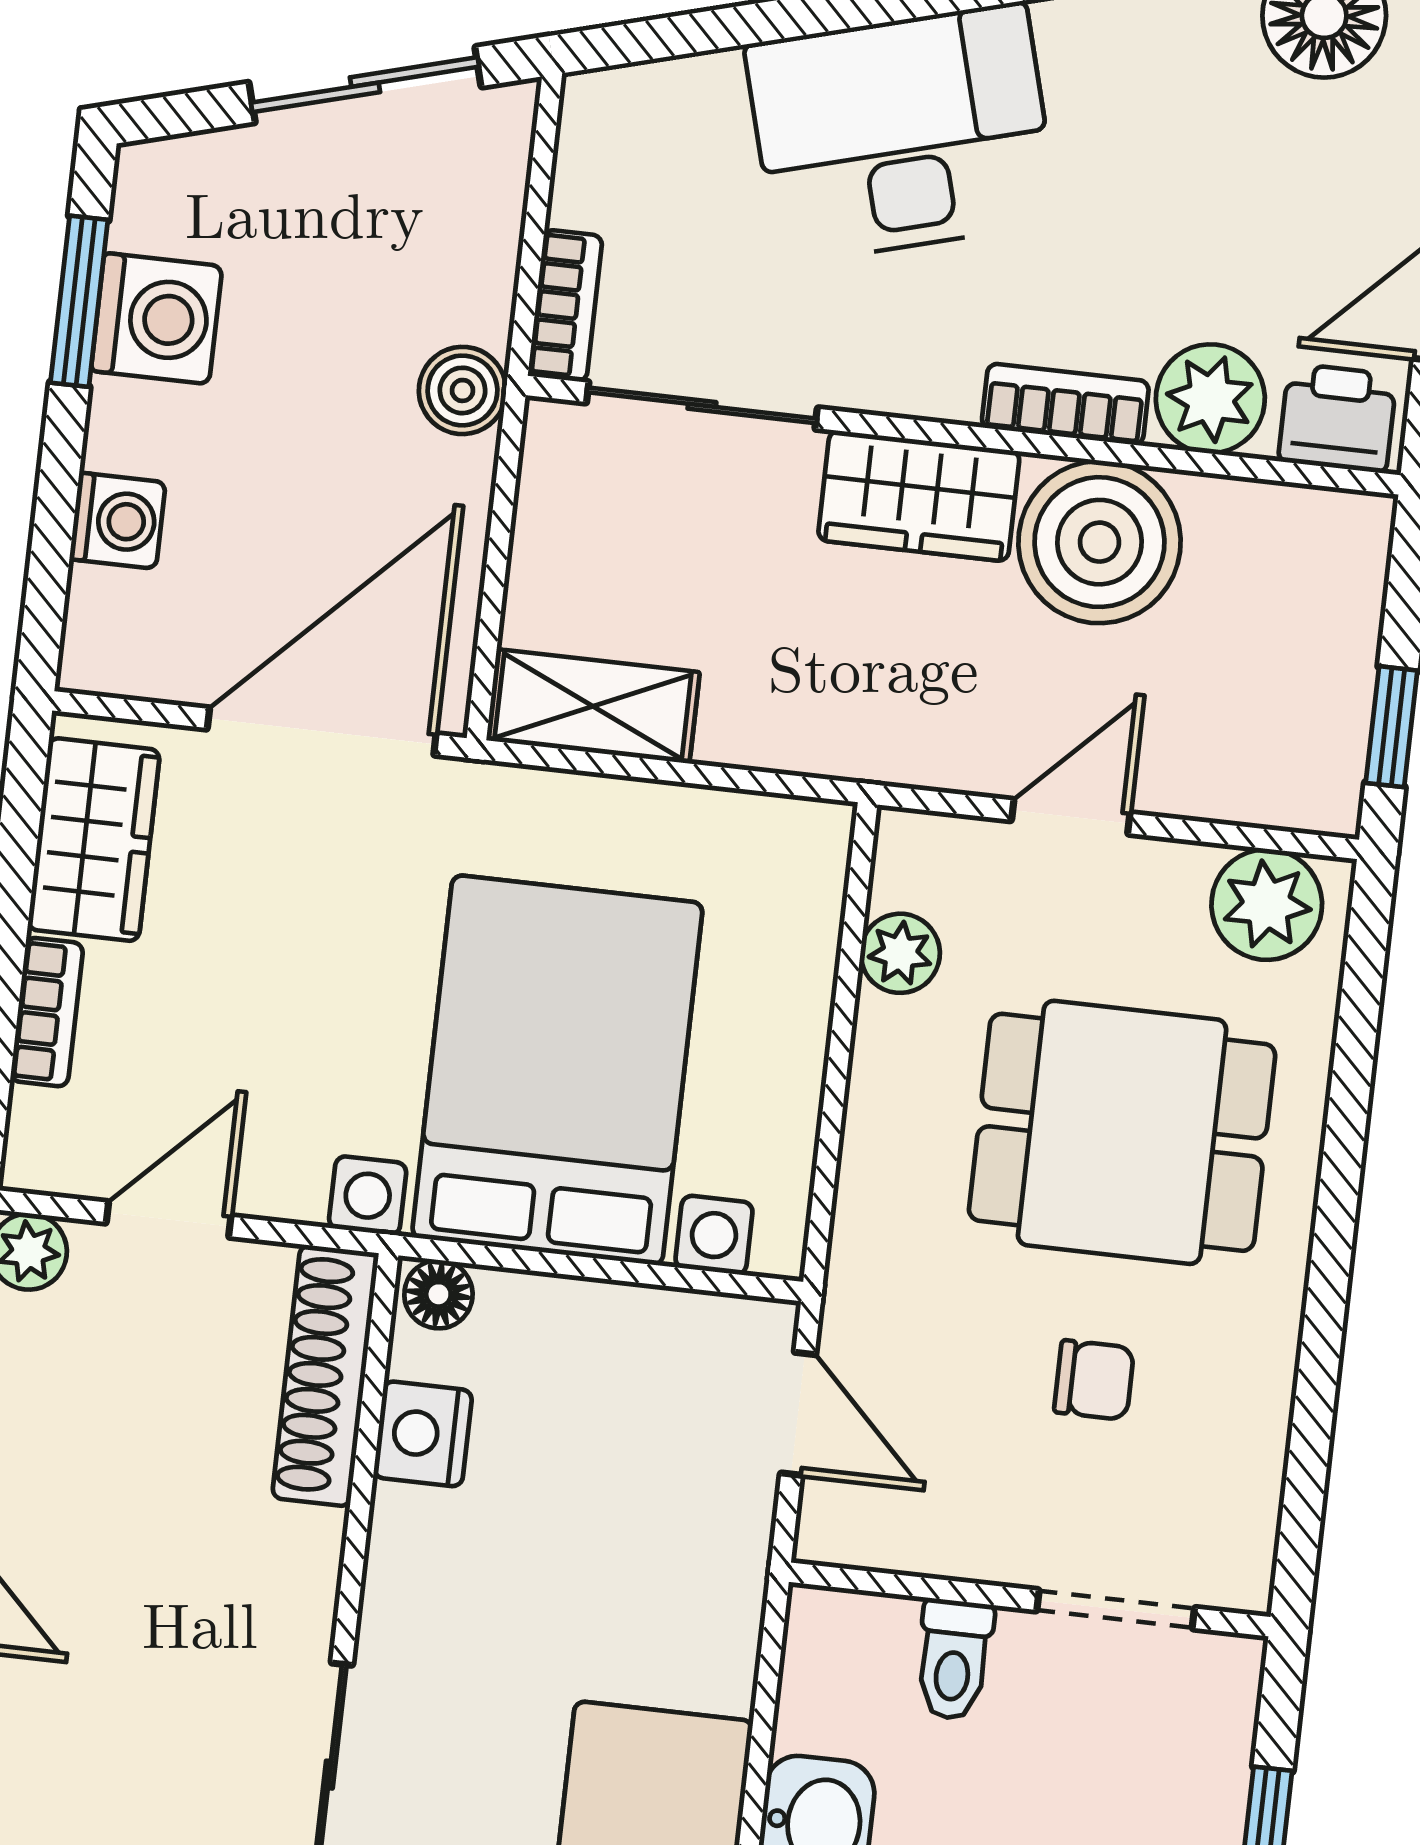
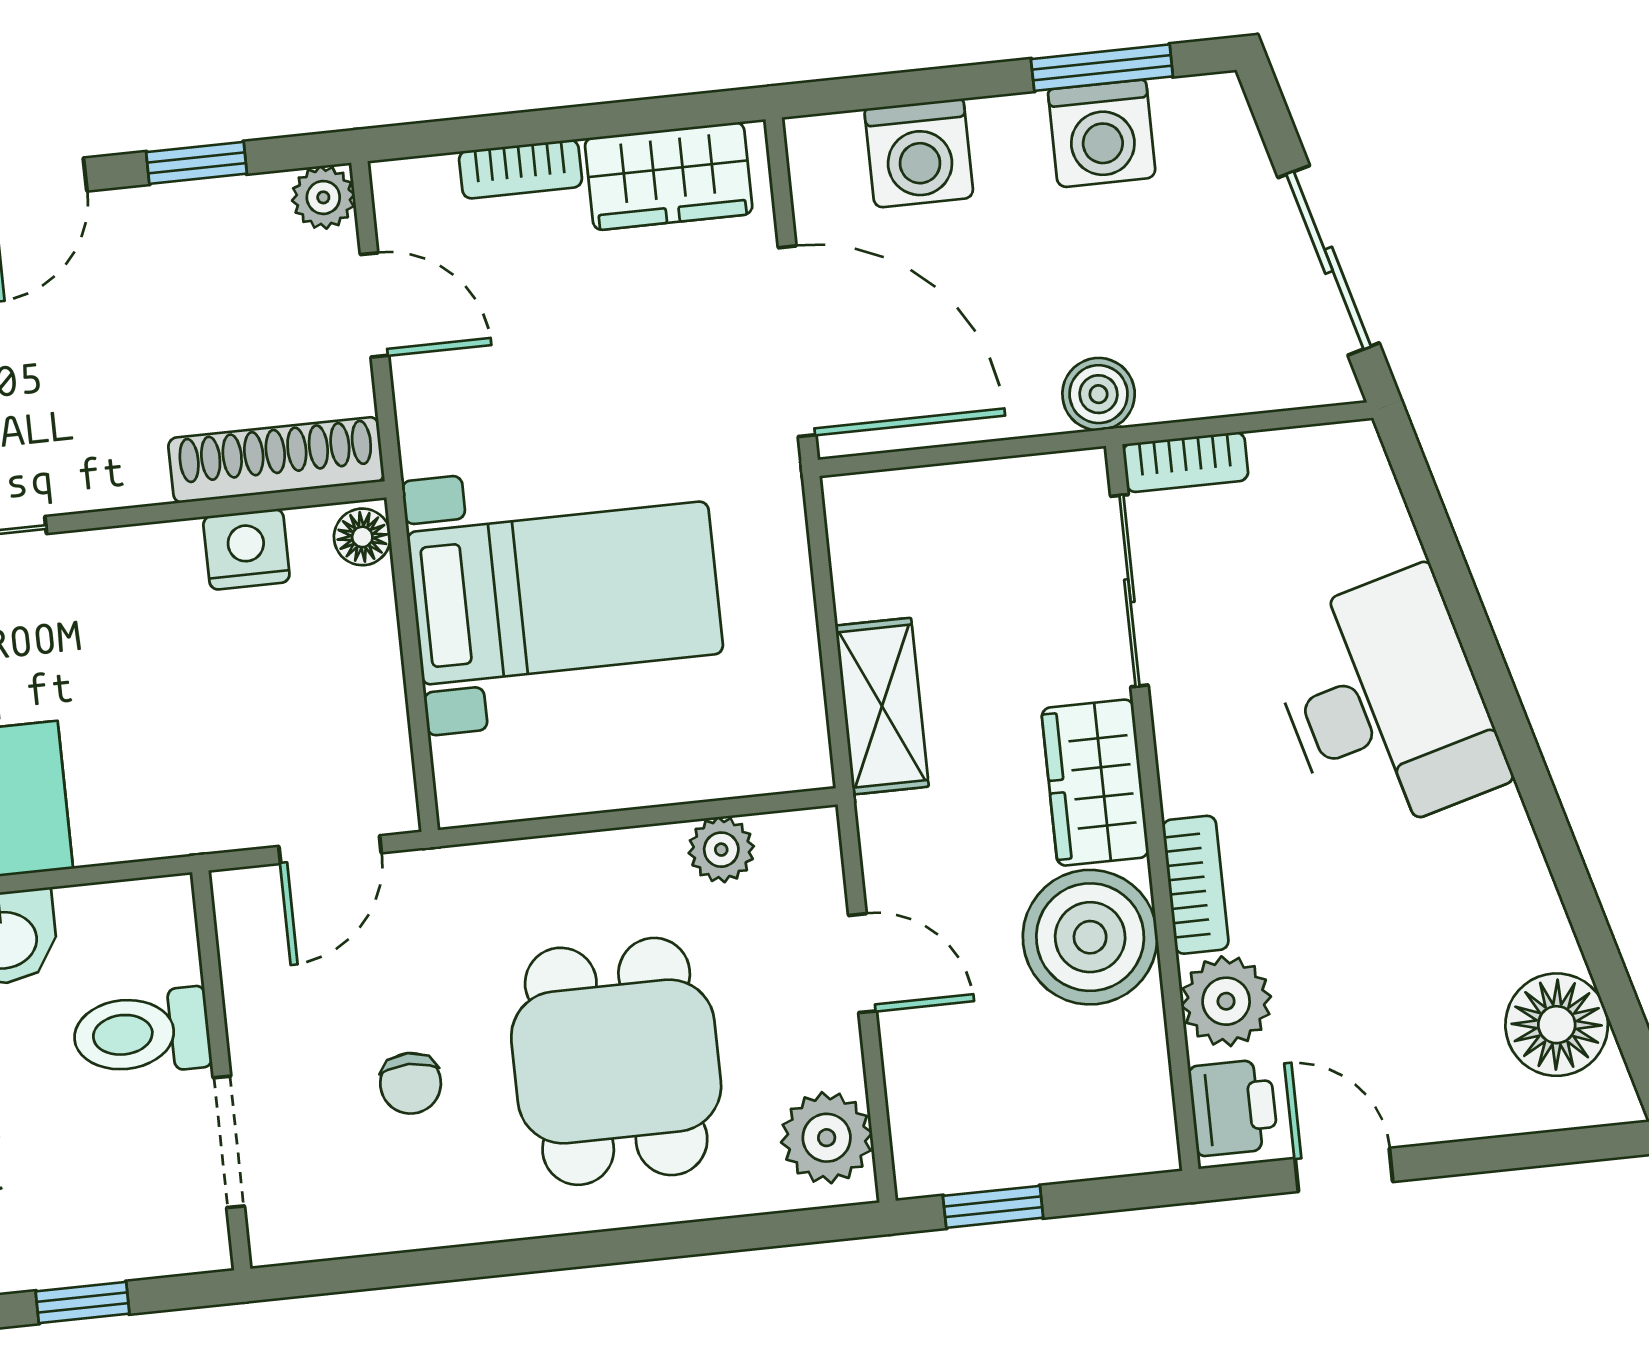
washing machine: (118, 521) -> (919, 153), width x1.38, depth x1.38
shelving: (593, 706) -> (882, 706), moved
bed with nightstands: (557, 1070) -> (565, 593), width x0.73
toilet: (954, 1659) -> (142, 1033), width x1.37, depth x1.39

